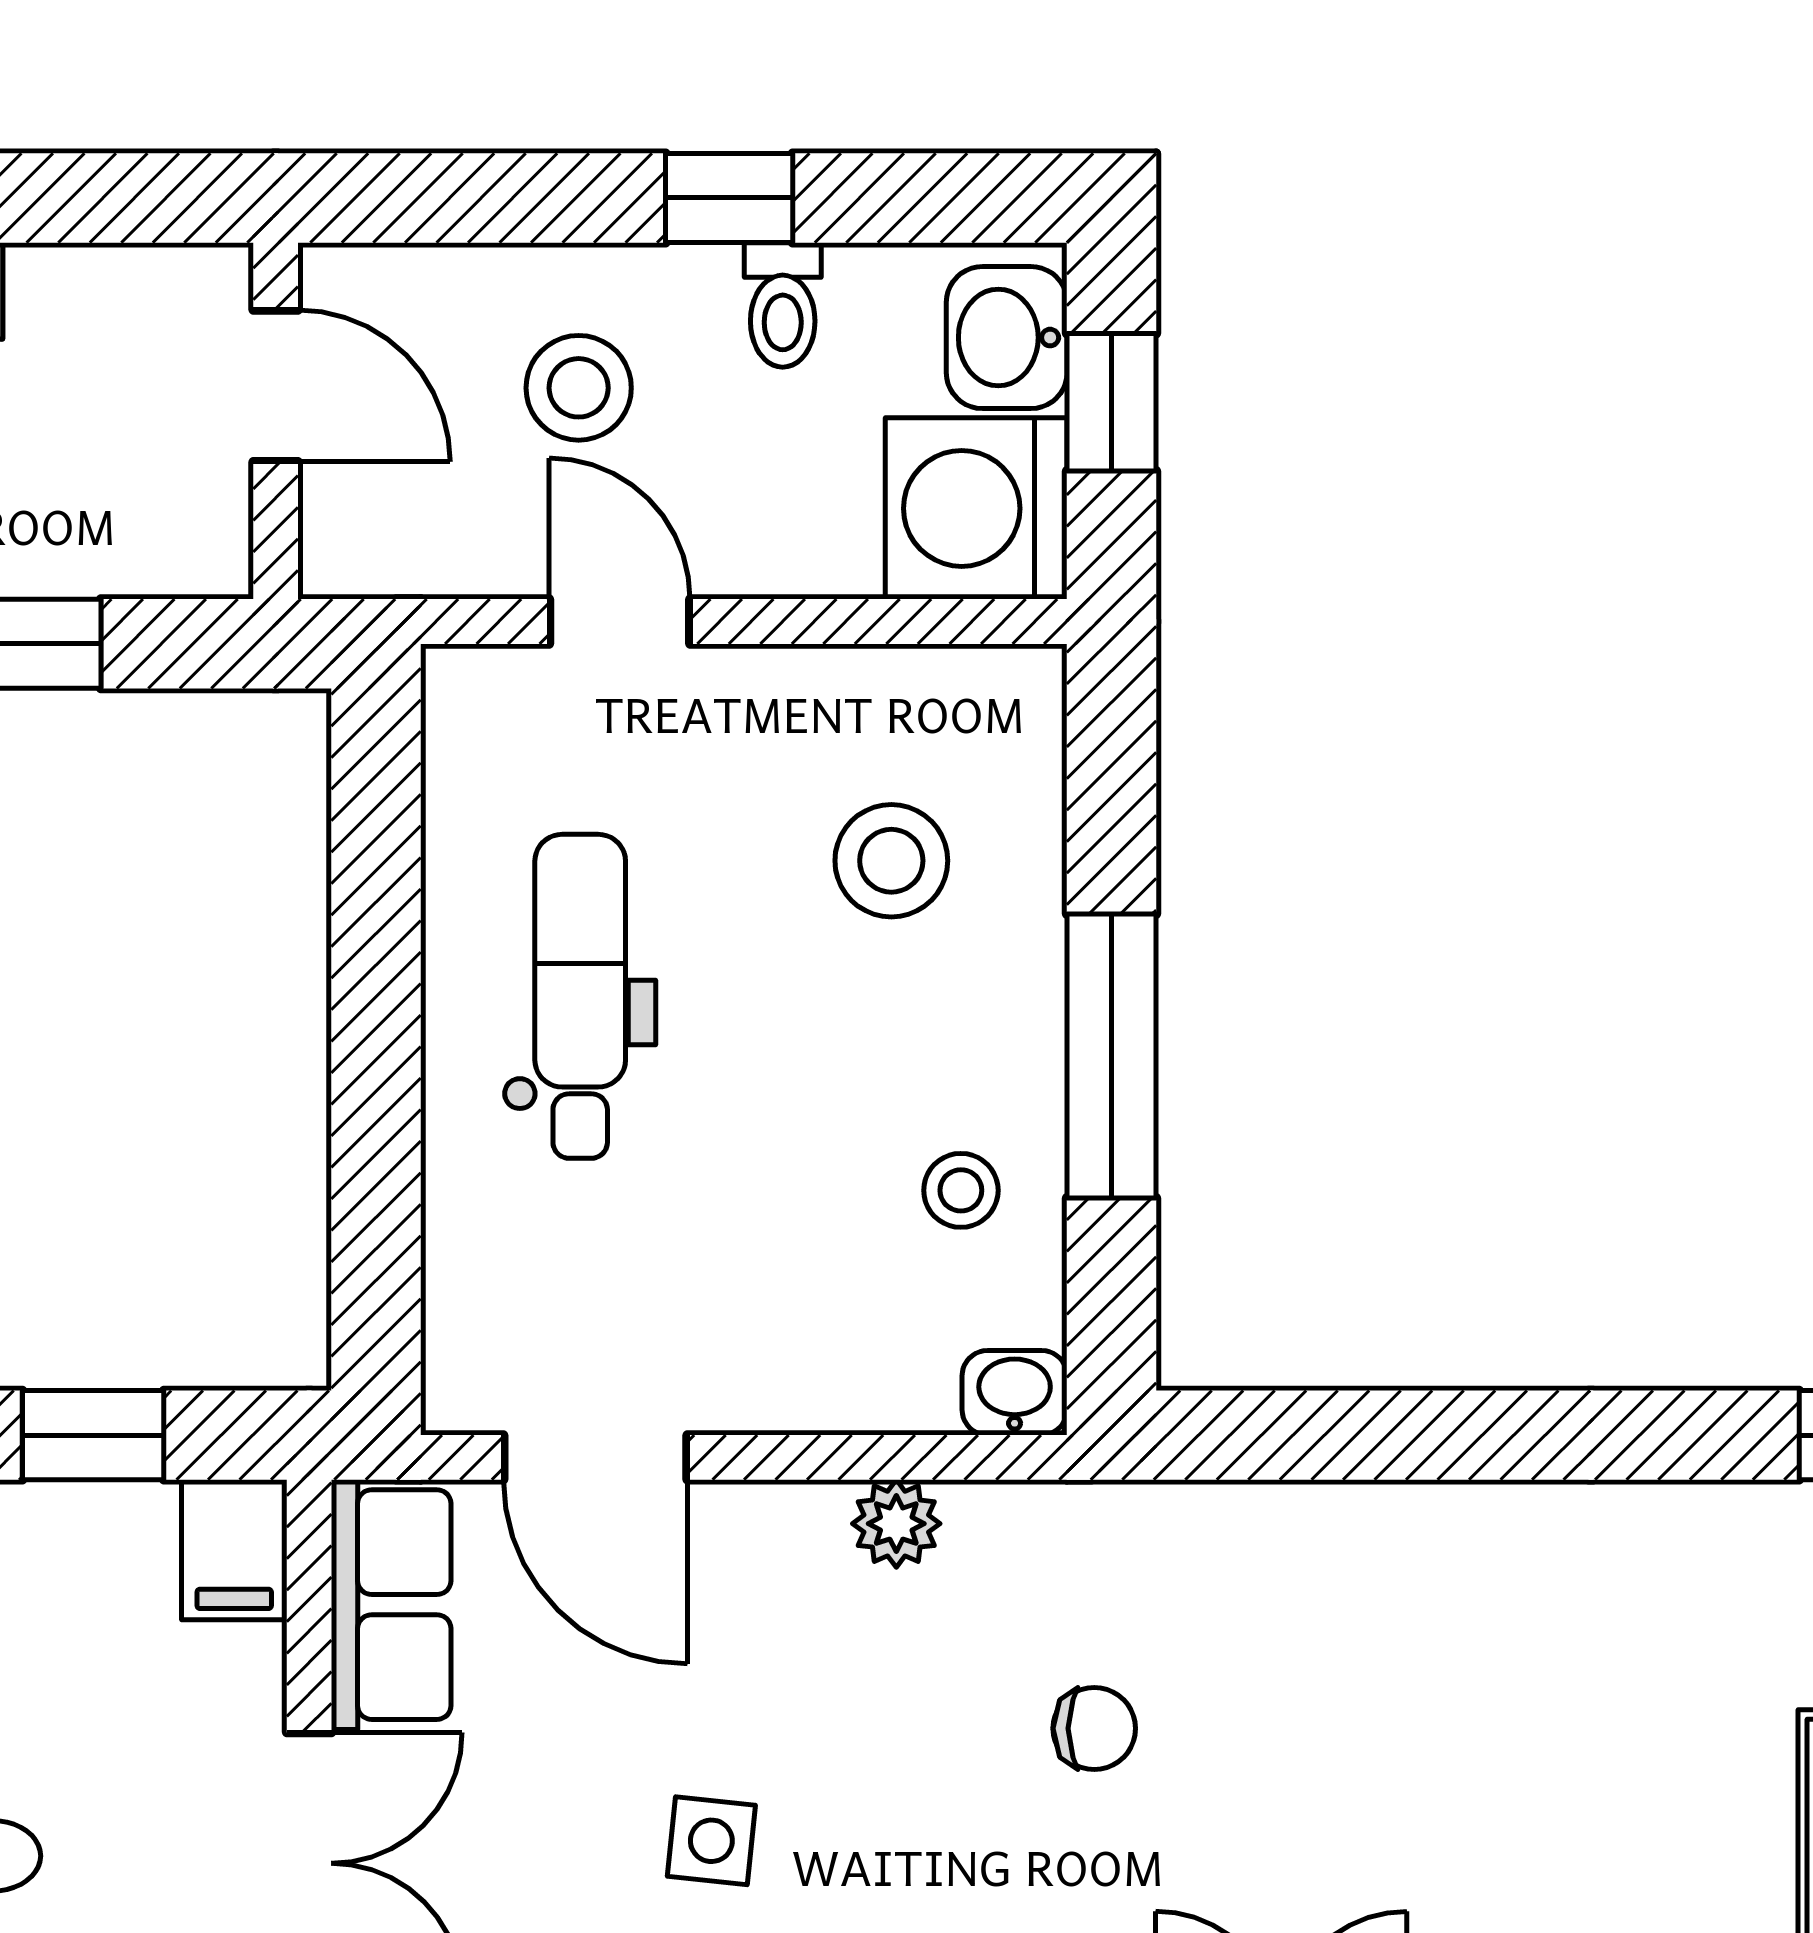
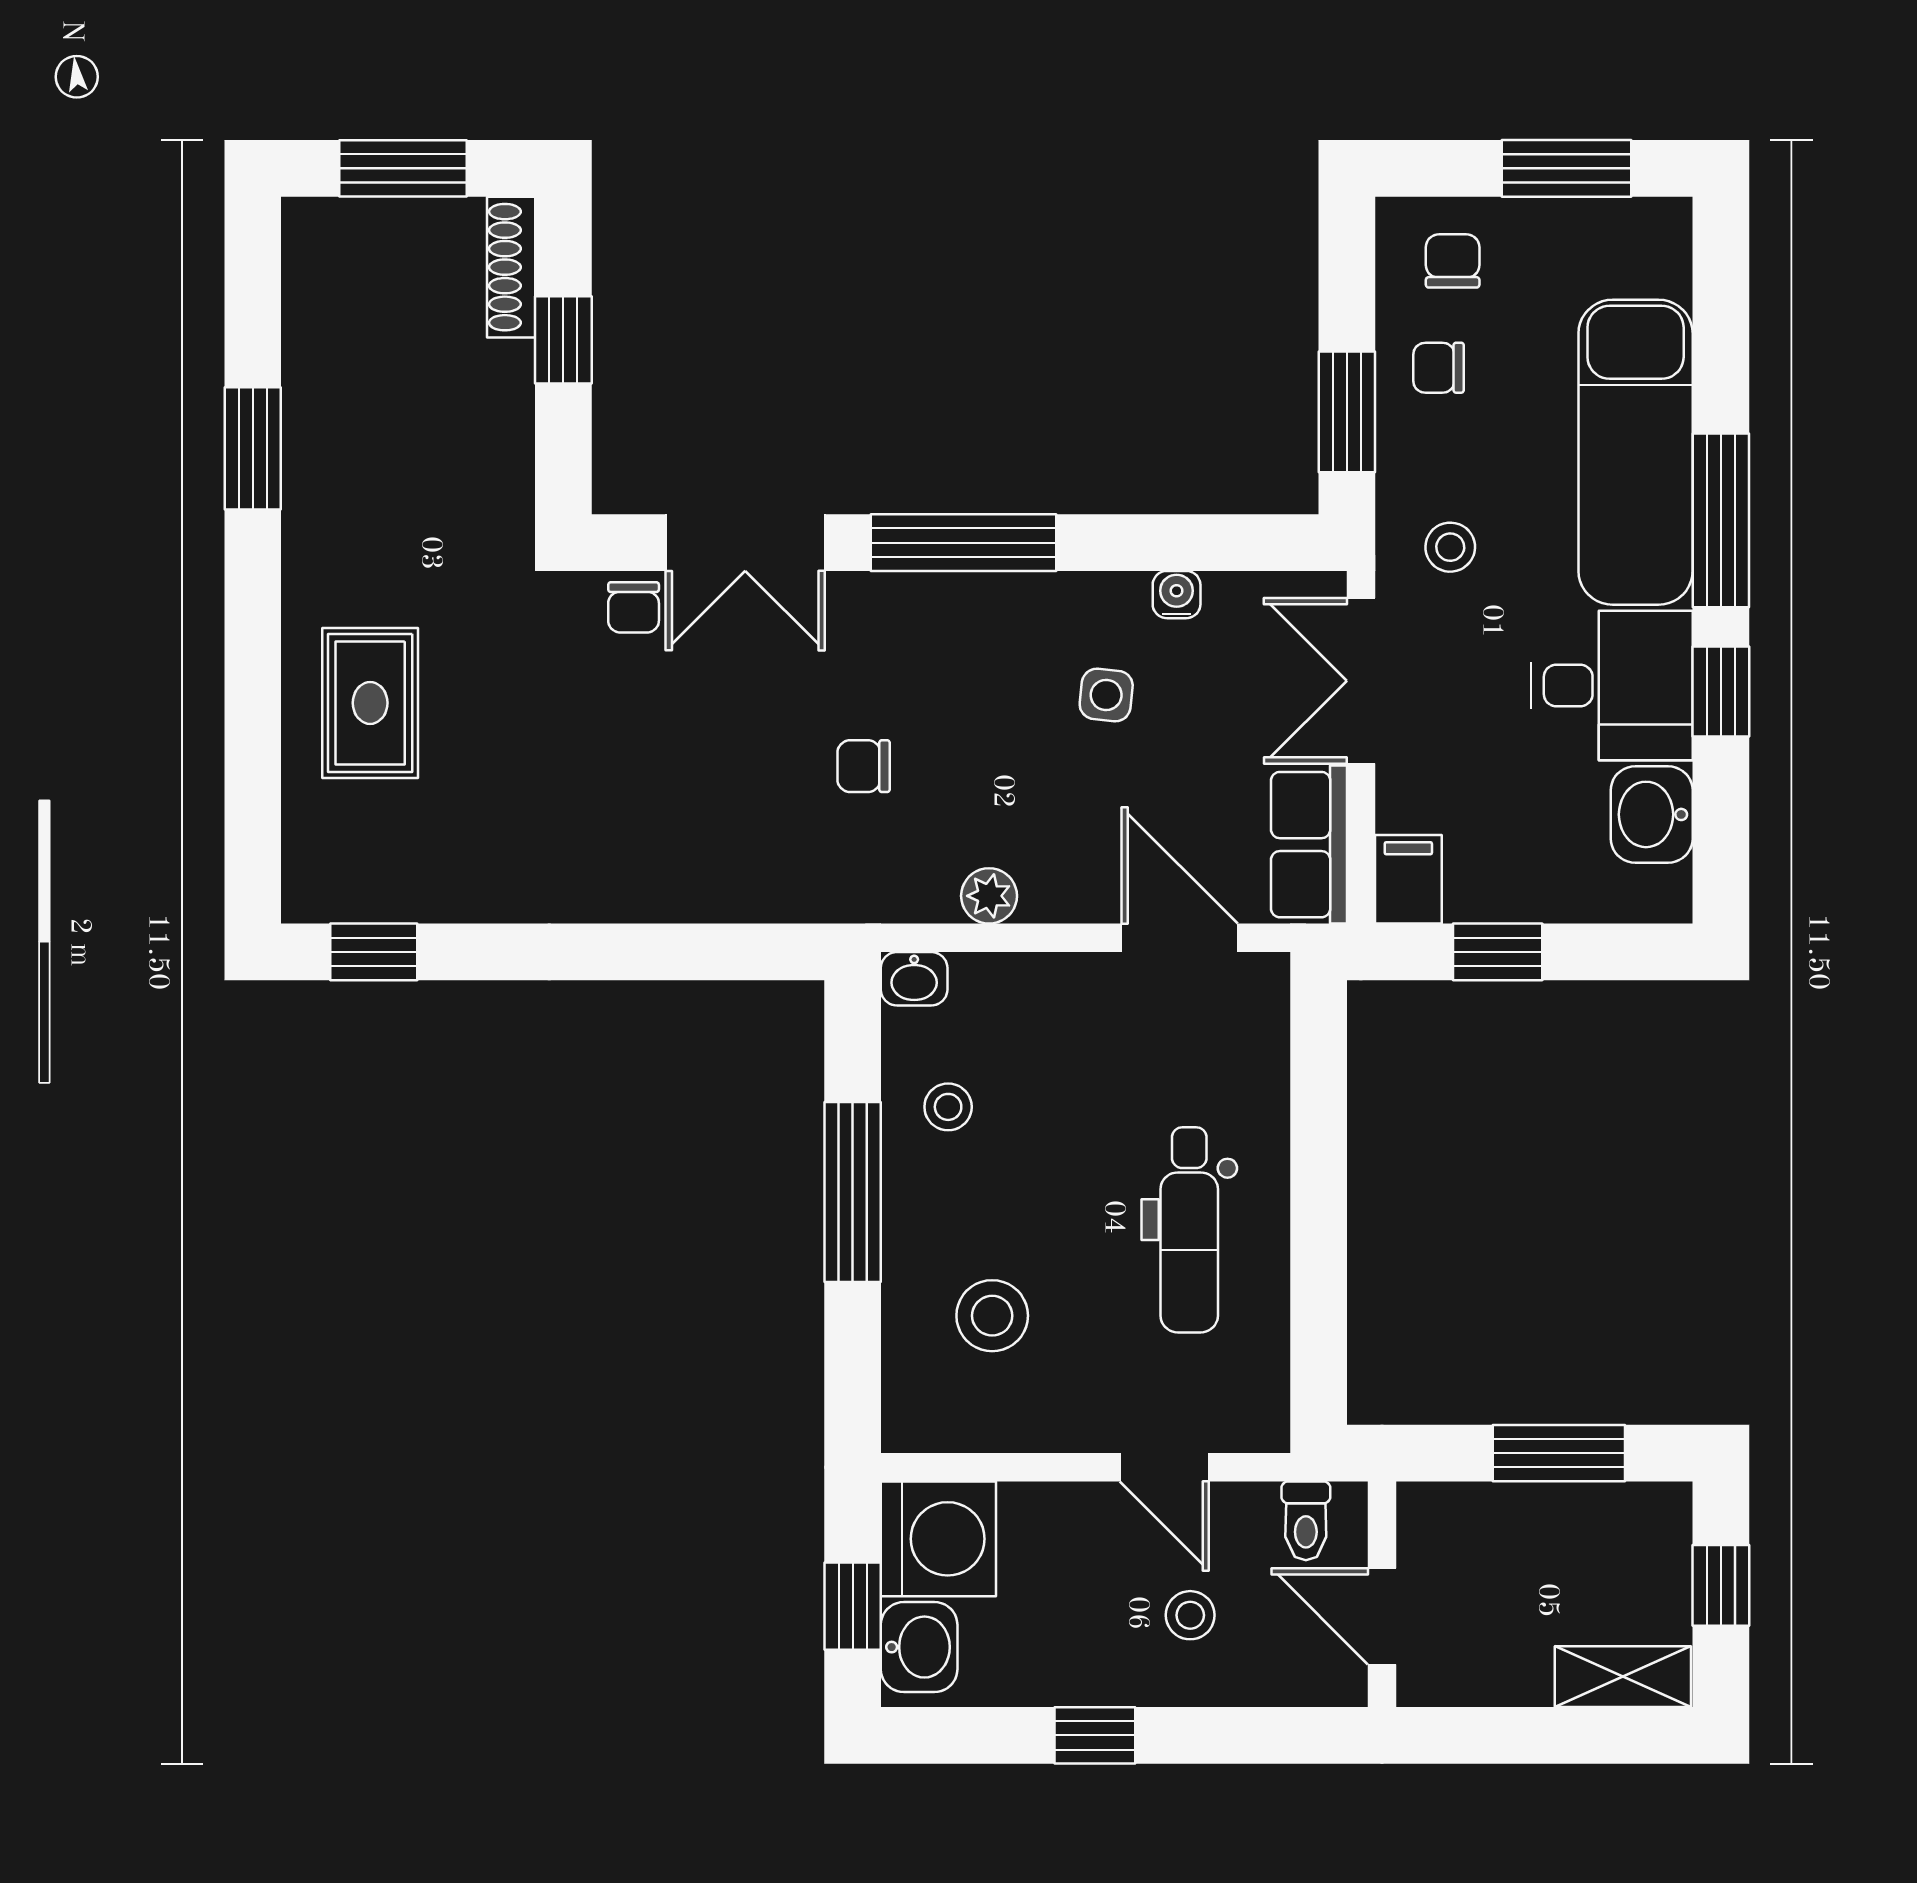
toilet: (783, 305) -> (1306, 1521), moved, turned 180
stool: (579, 388) -> (1190, 1615), width x0.73, depth x0.73

